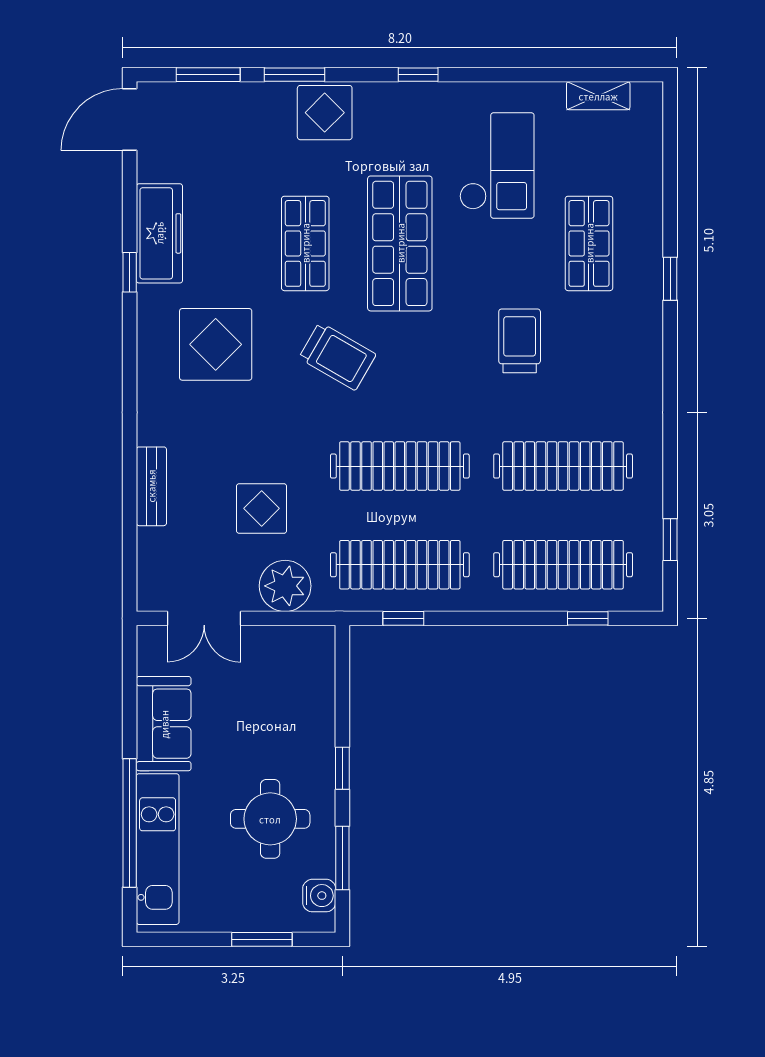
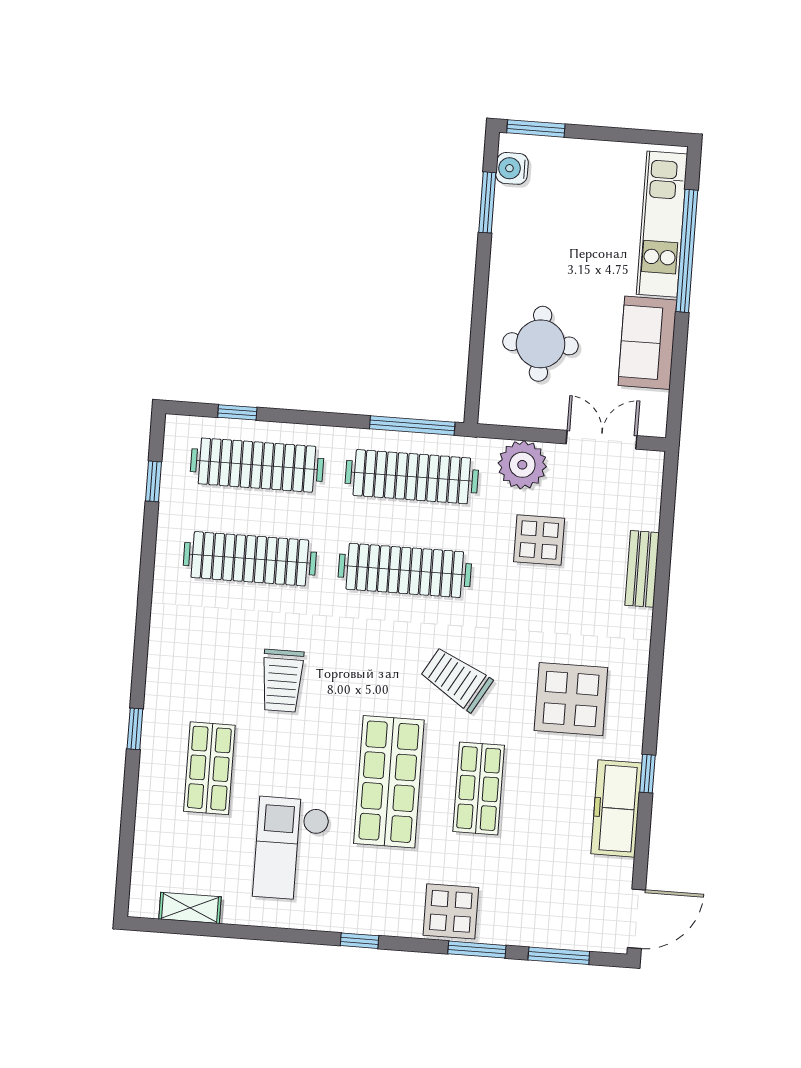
window: (403, 618) -> (412, 426), width x2.17
window: (342, 768) -> (481, 288), removed
round table: (270, 819) -> (541, 344), moved
window: (262, 939) -> (536, 128), moved

